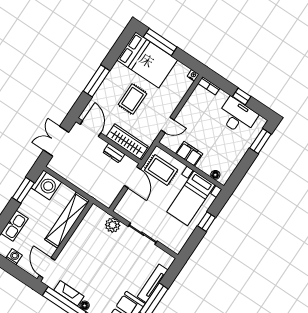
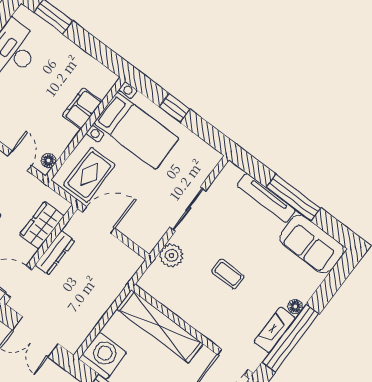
wardrobe: (127, 142) -> (42, 225), width x0.67
dresser: (114, 153) -> (55, 253), width x1.44
filing cabinet: (189, 154) -> (82, 108), moved
floor lamp: (215, 175) -> (49, 161), moved
coffee table: (103, 262) -> (228, 274), added

